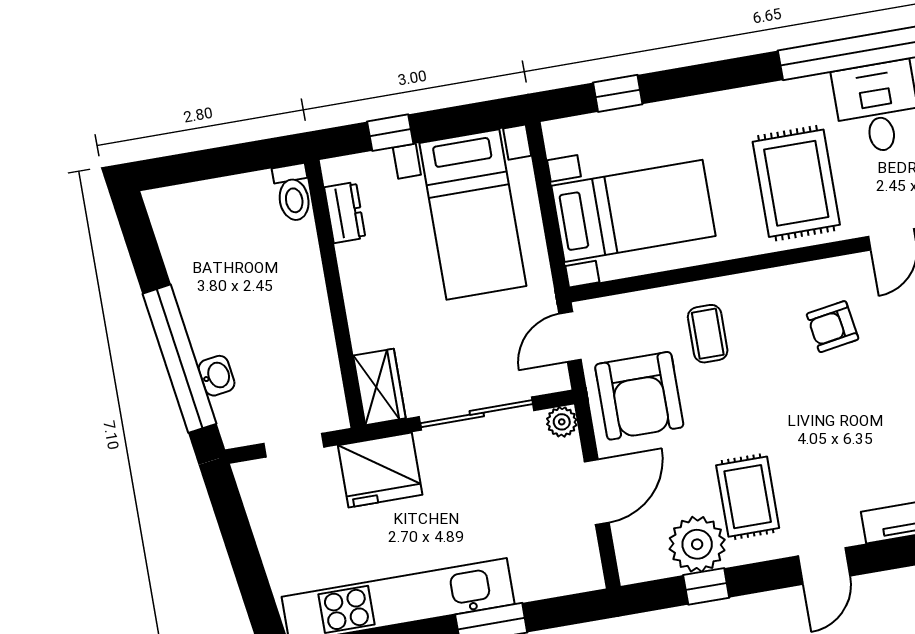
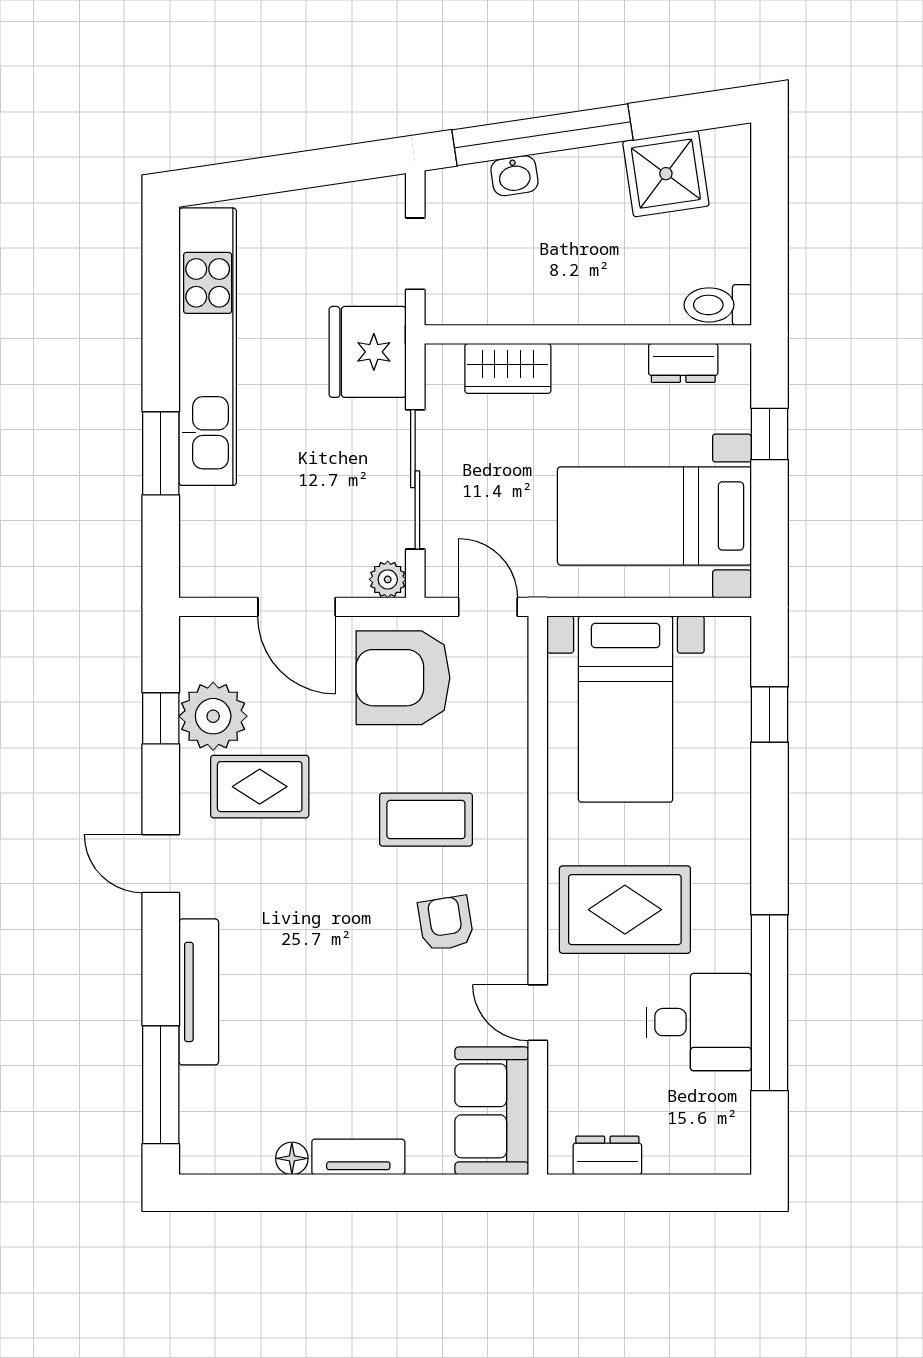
shower: (194, 253) -> (666, 174), added
coffee table: (708, 334) -> (426, 820), moved, width x1.36, depth x1.30
wardrobe: (379, 387) -> (508, 368), moved

